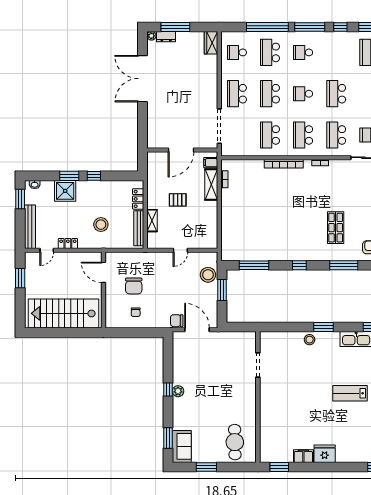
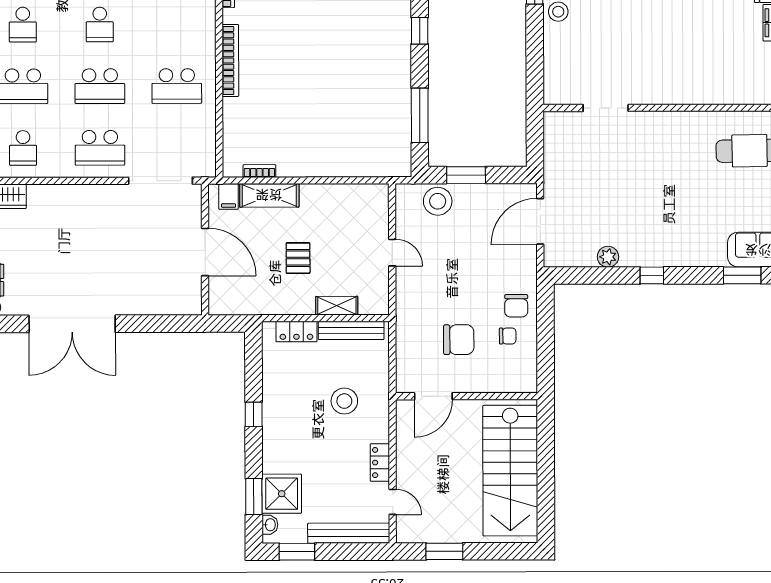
school desk: (303, 135) -> (177, 24), removed
window: (69, 176) -> (254, 497), moved
shower: (65, 191) -> (282, 494), moved
chair: (177, 321) -> (516, 306), moved
plant: (178, 391) -> (608, 257), moved

